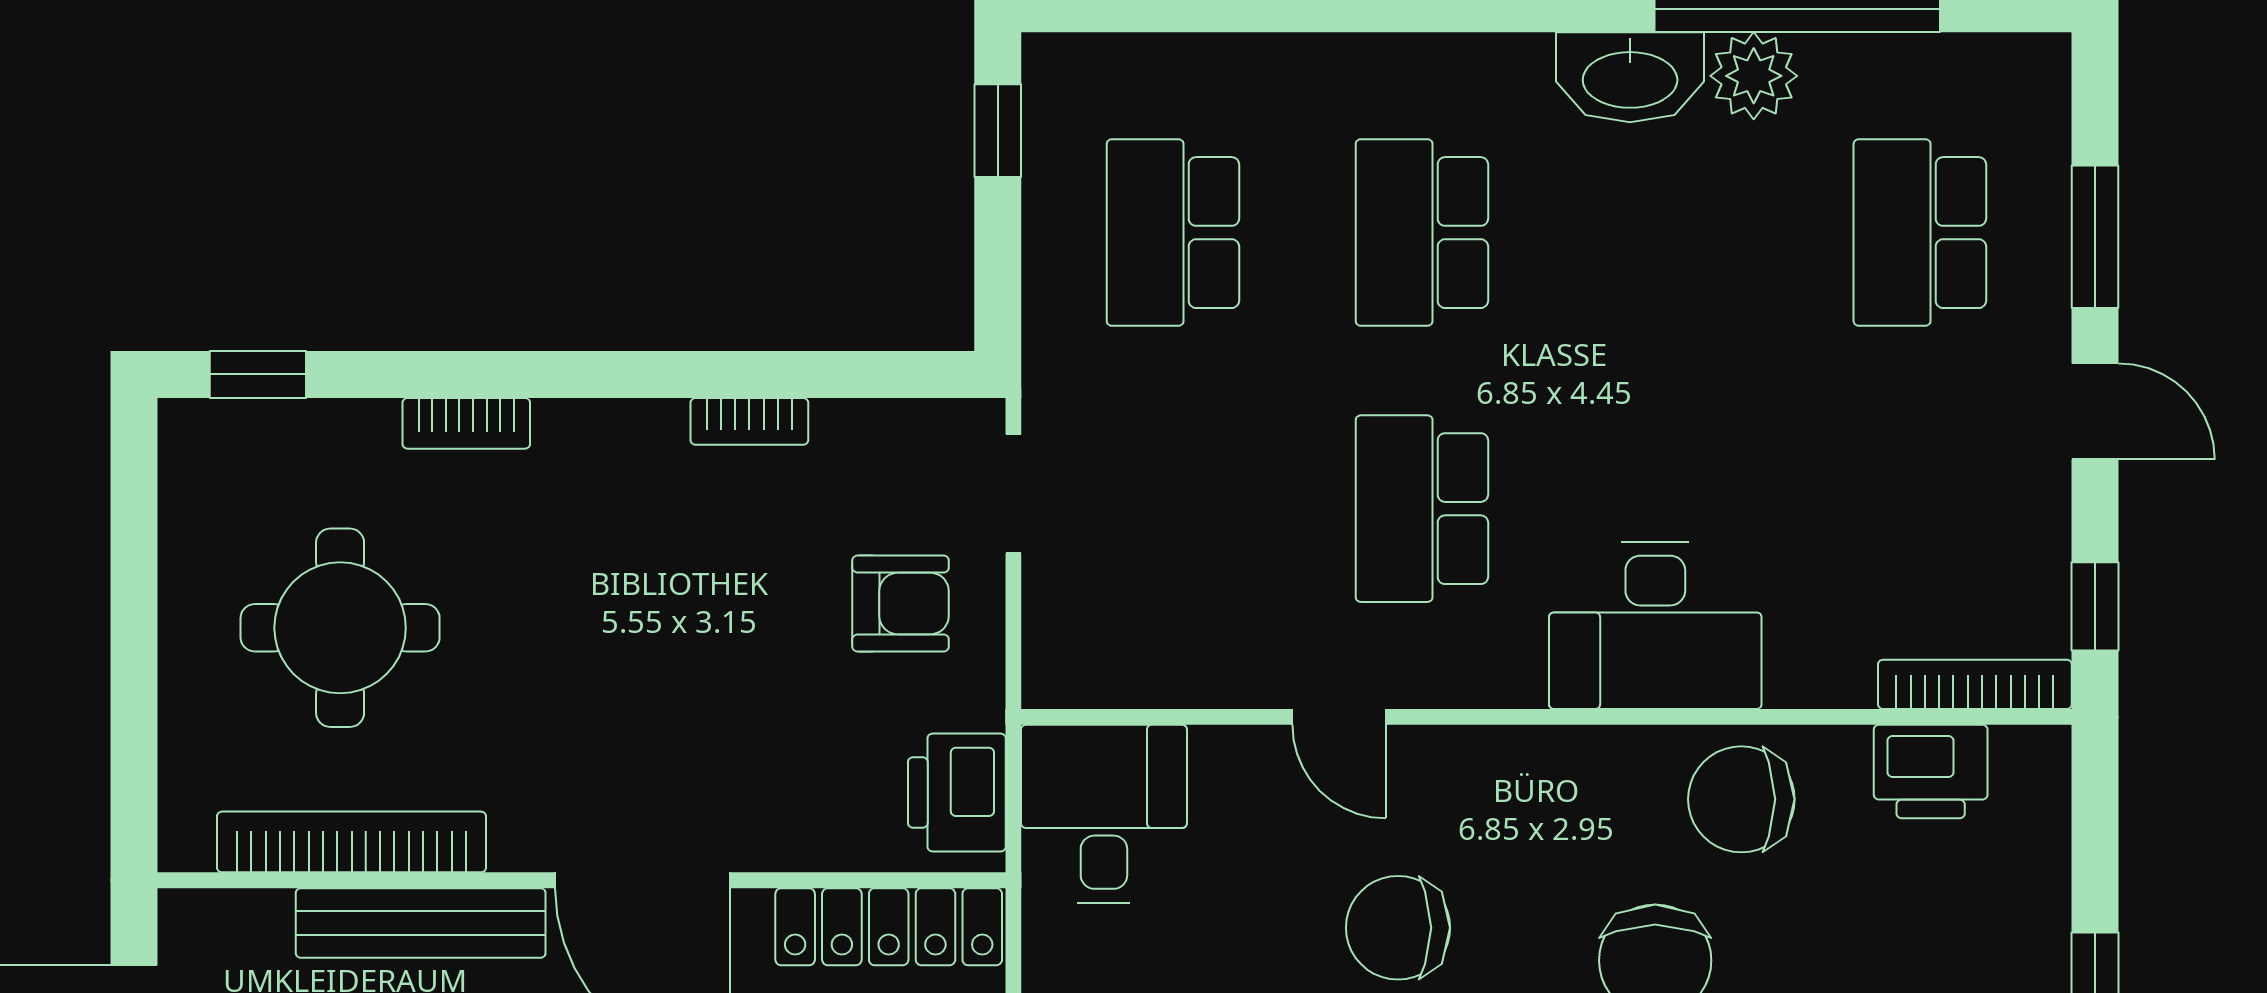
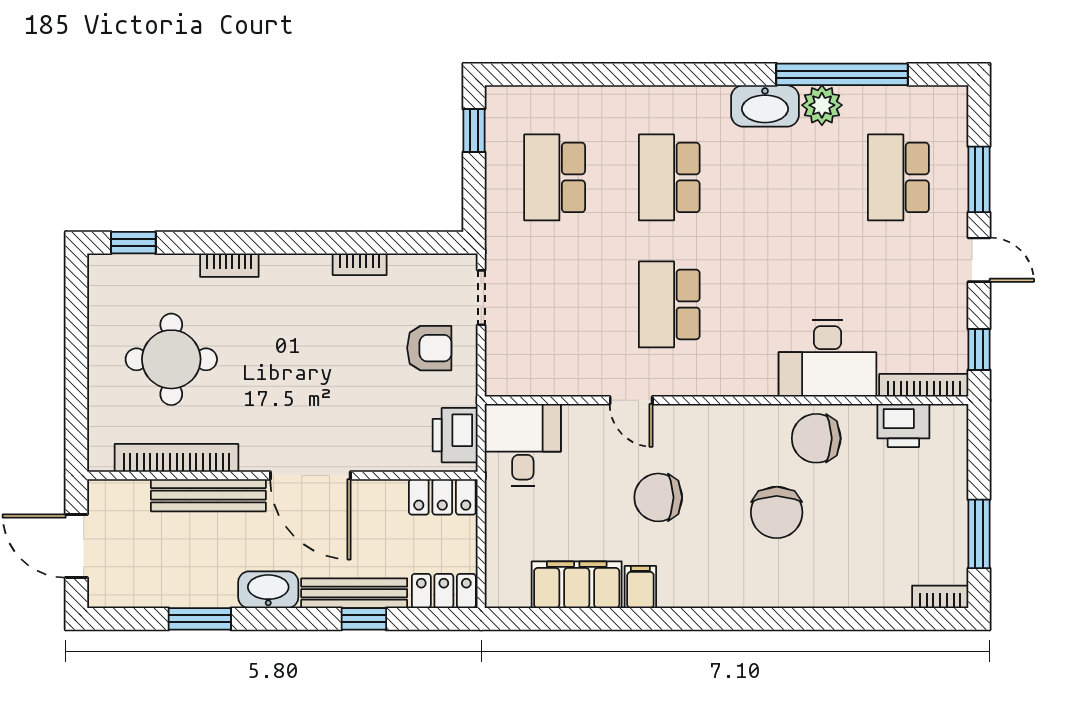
desk: (1655, 626) -> (827, 358), moved
locker: (889, 927) -> (442, 497), width x0.66

